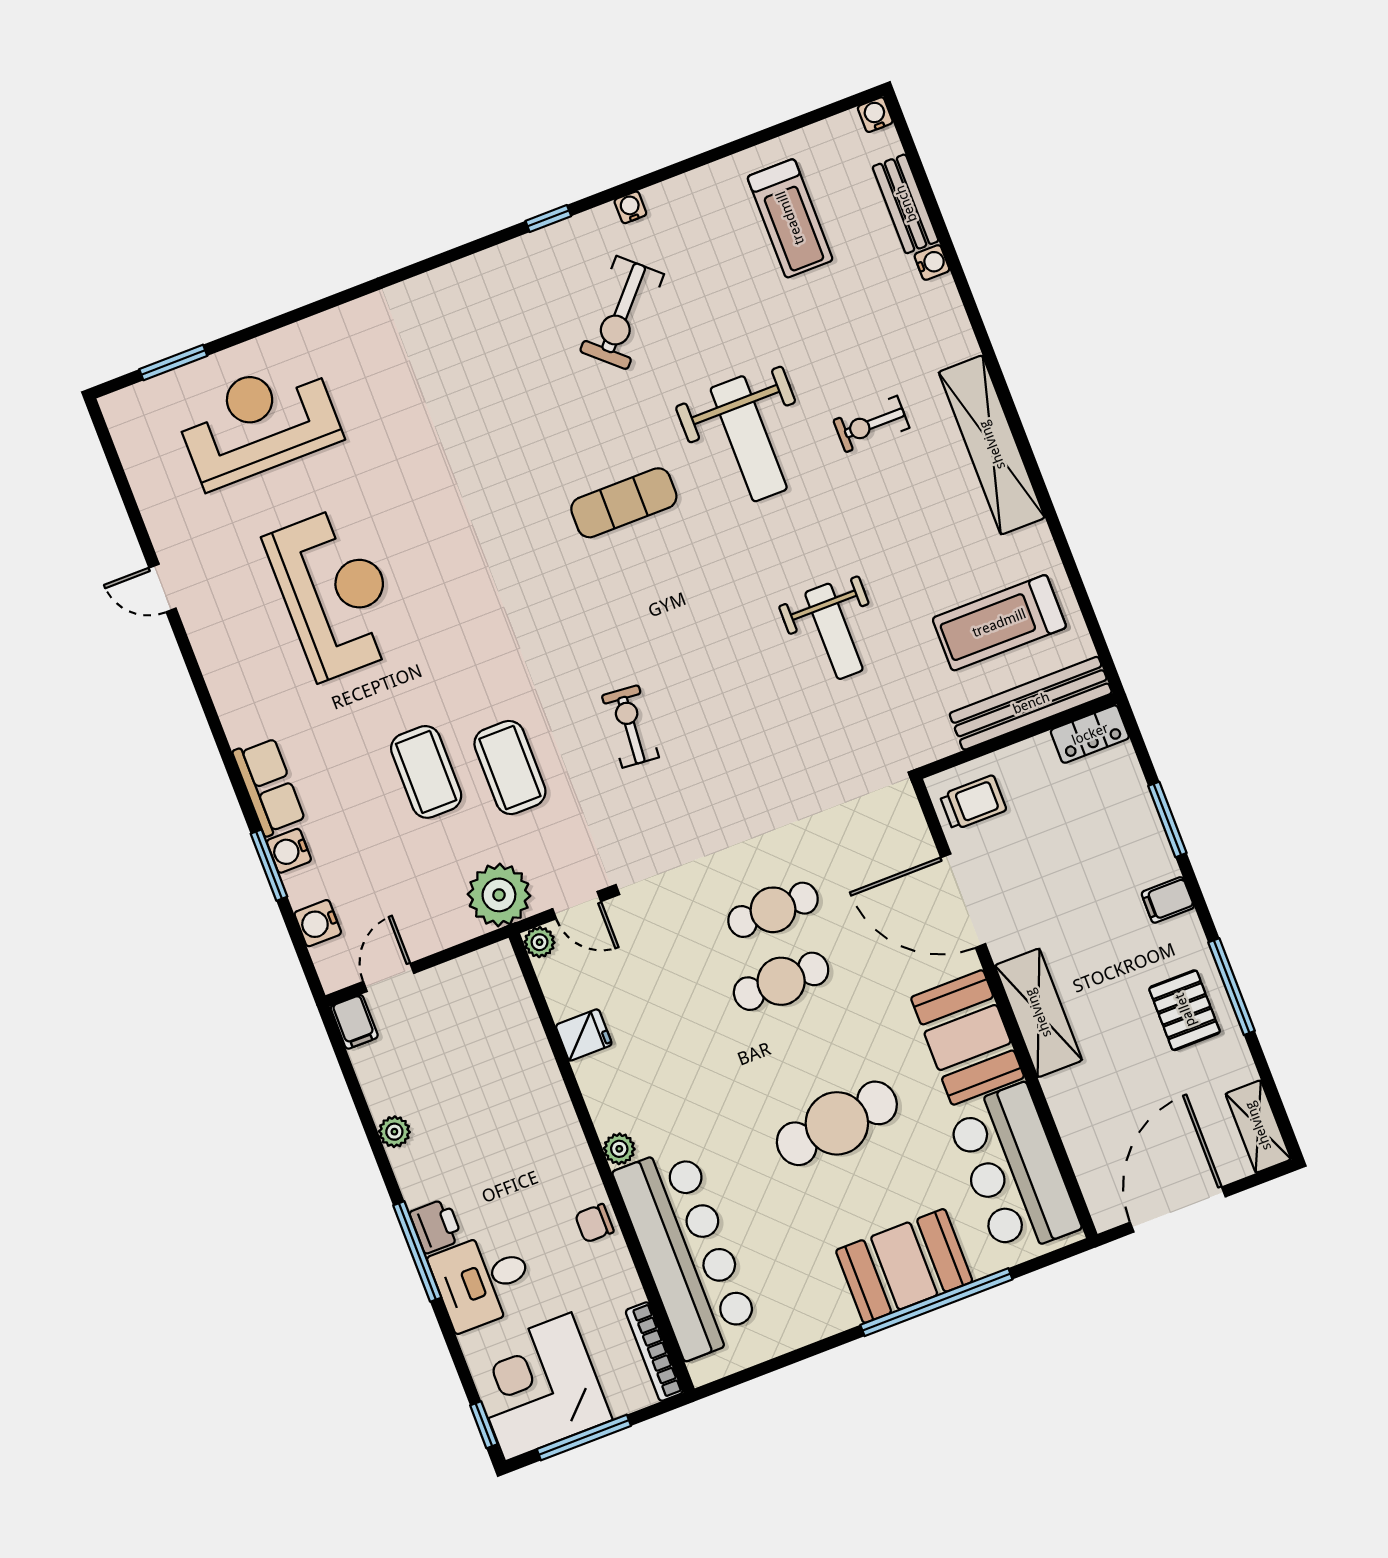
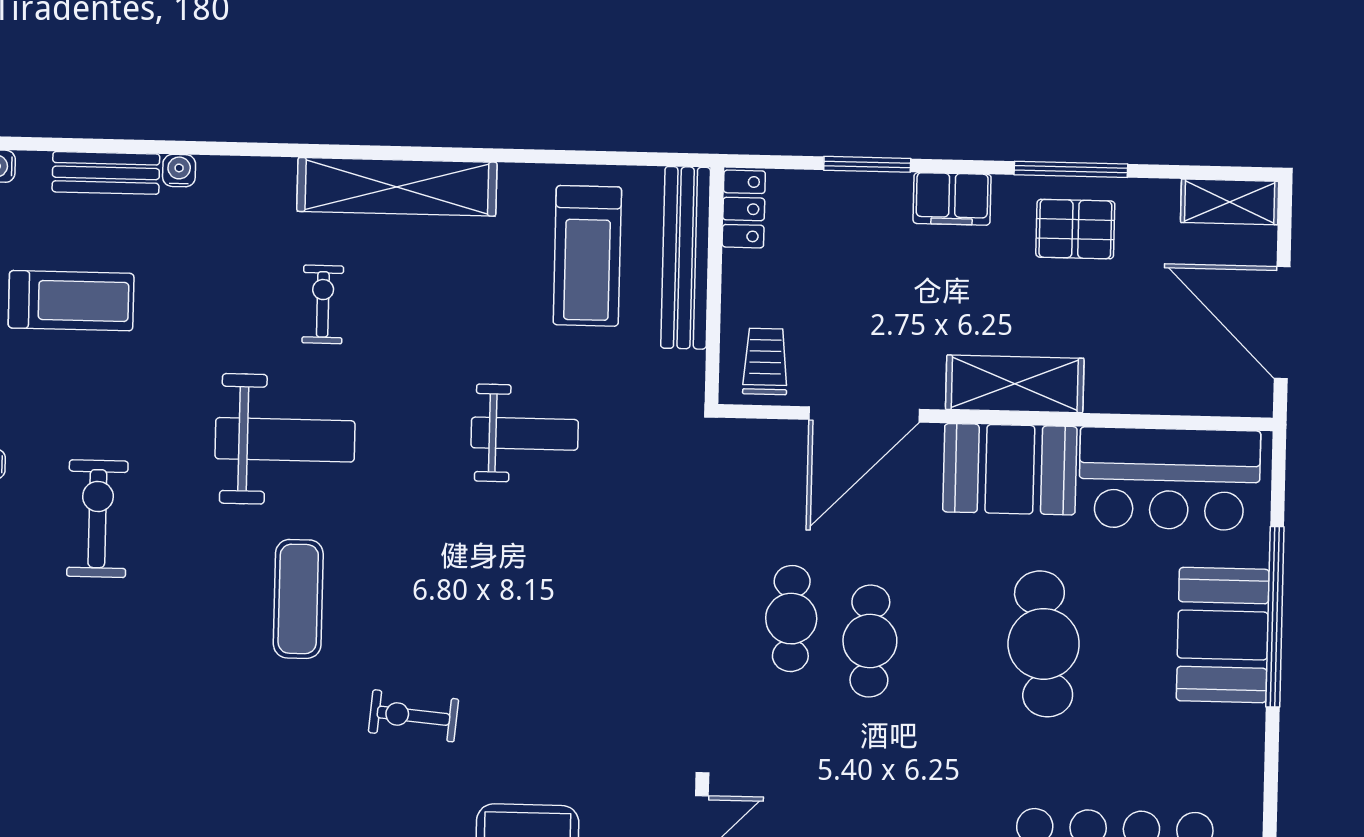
exercise bike: (622, 313) -> (97, 519), turned -132
exercise bike: (871, 424) -> (323, 304), turned 180
exercise bike: (630, 726) -> (413, 716), moved
filing cabinet: (1168, 900) -> (952, 199), width x2.00

